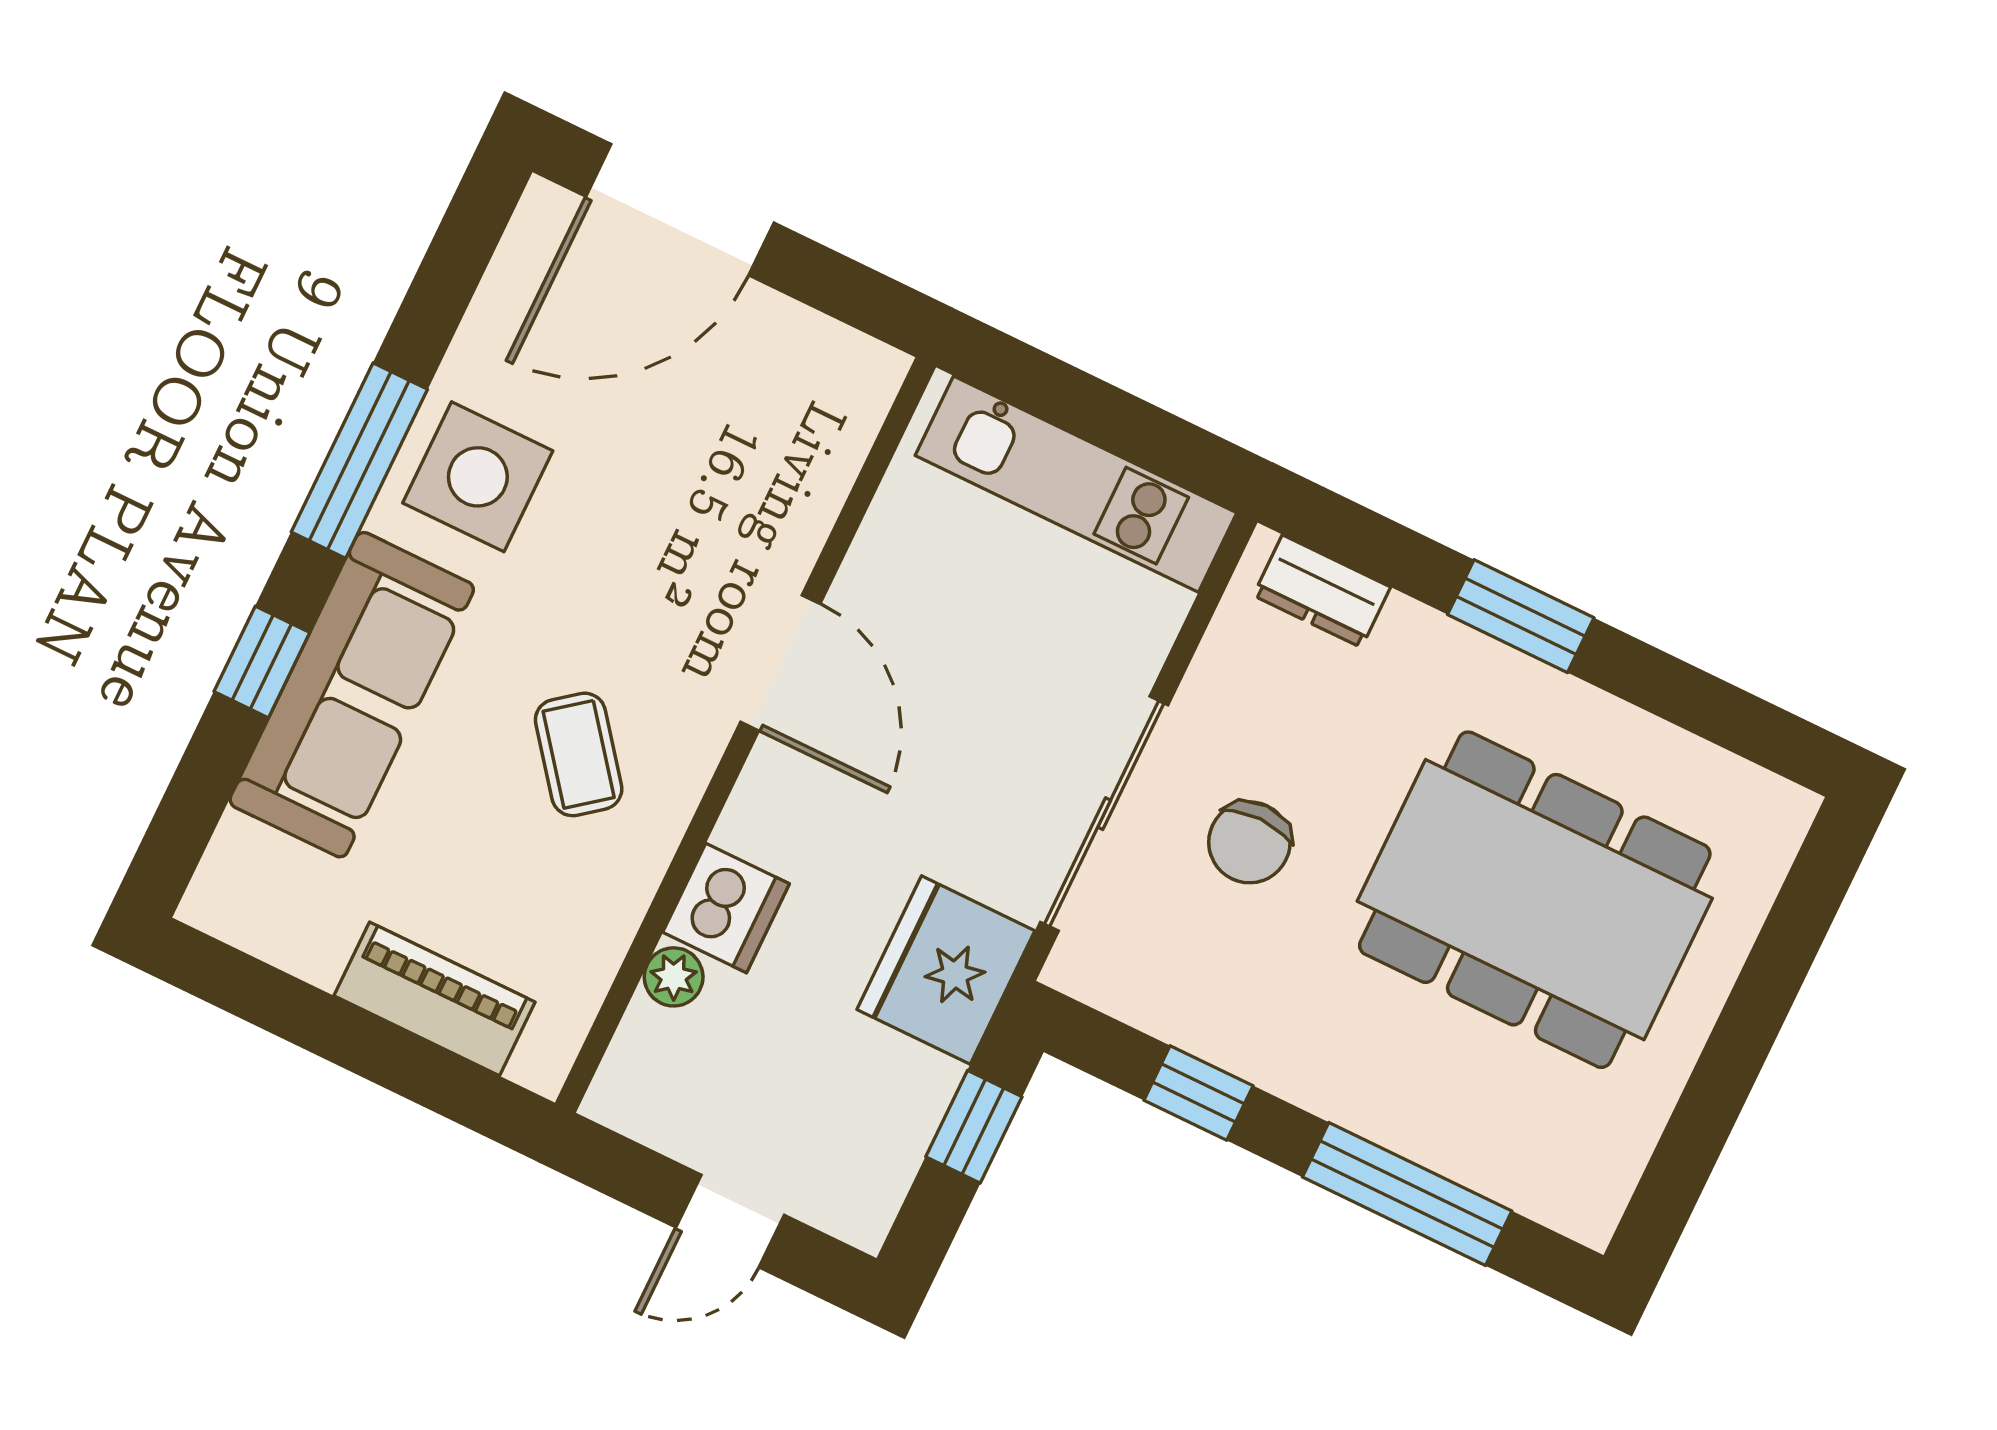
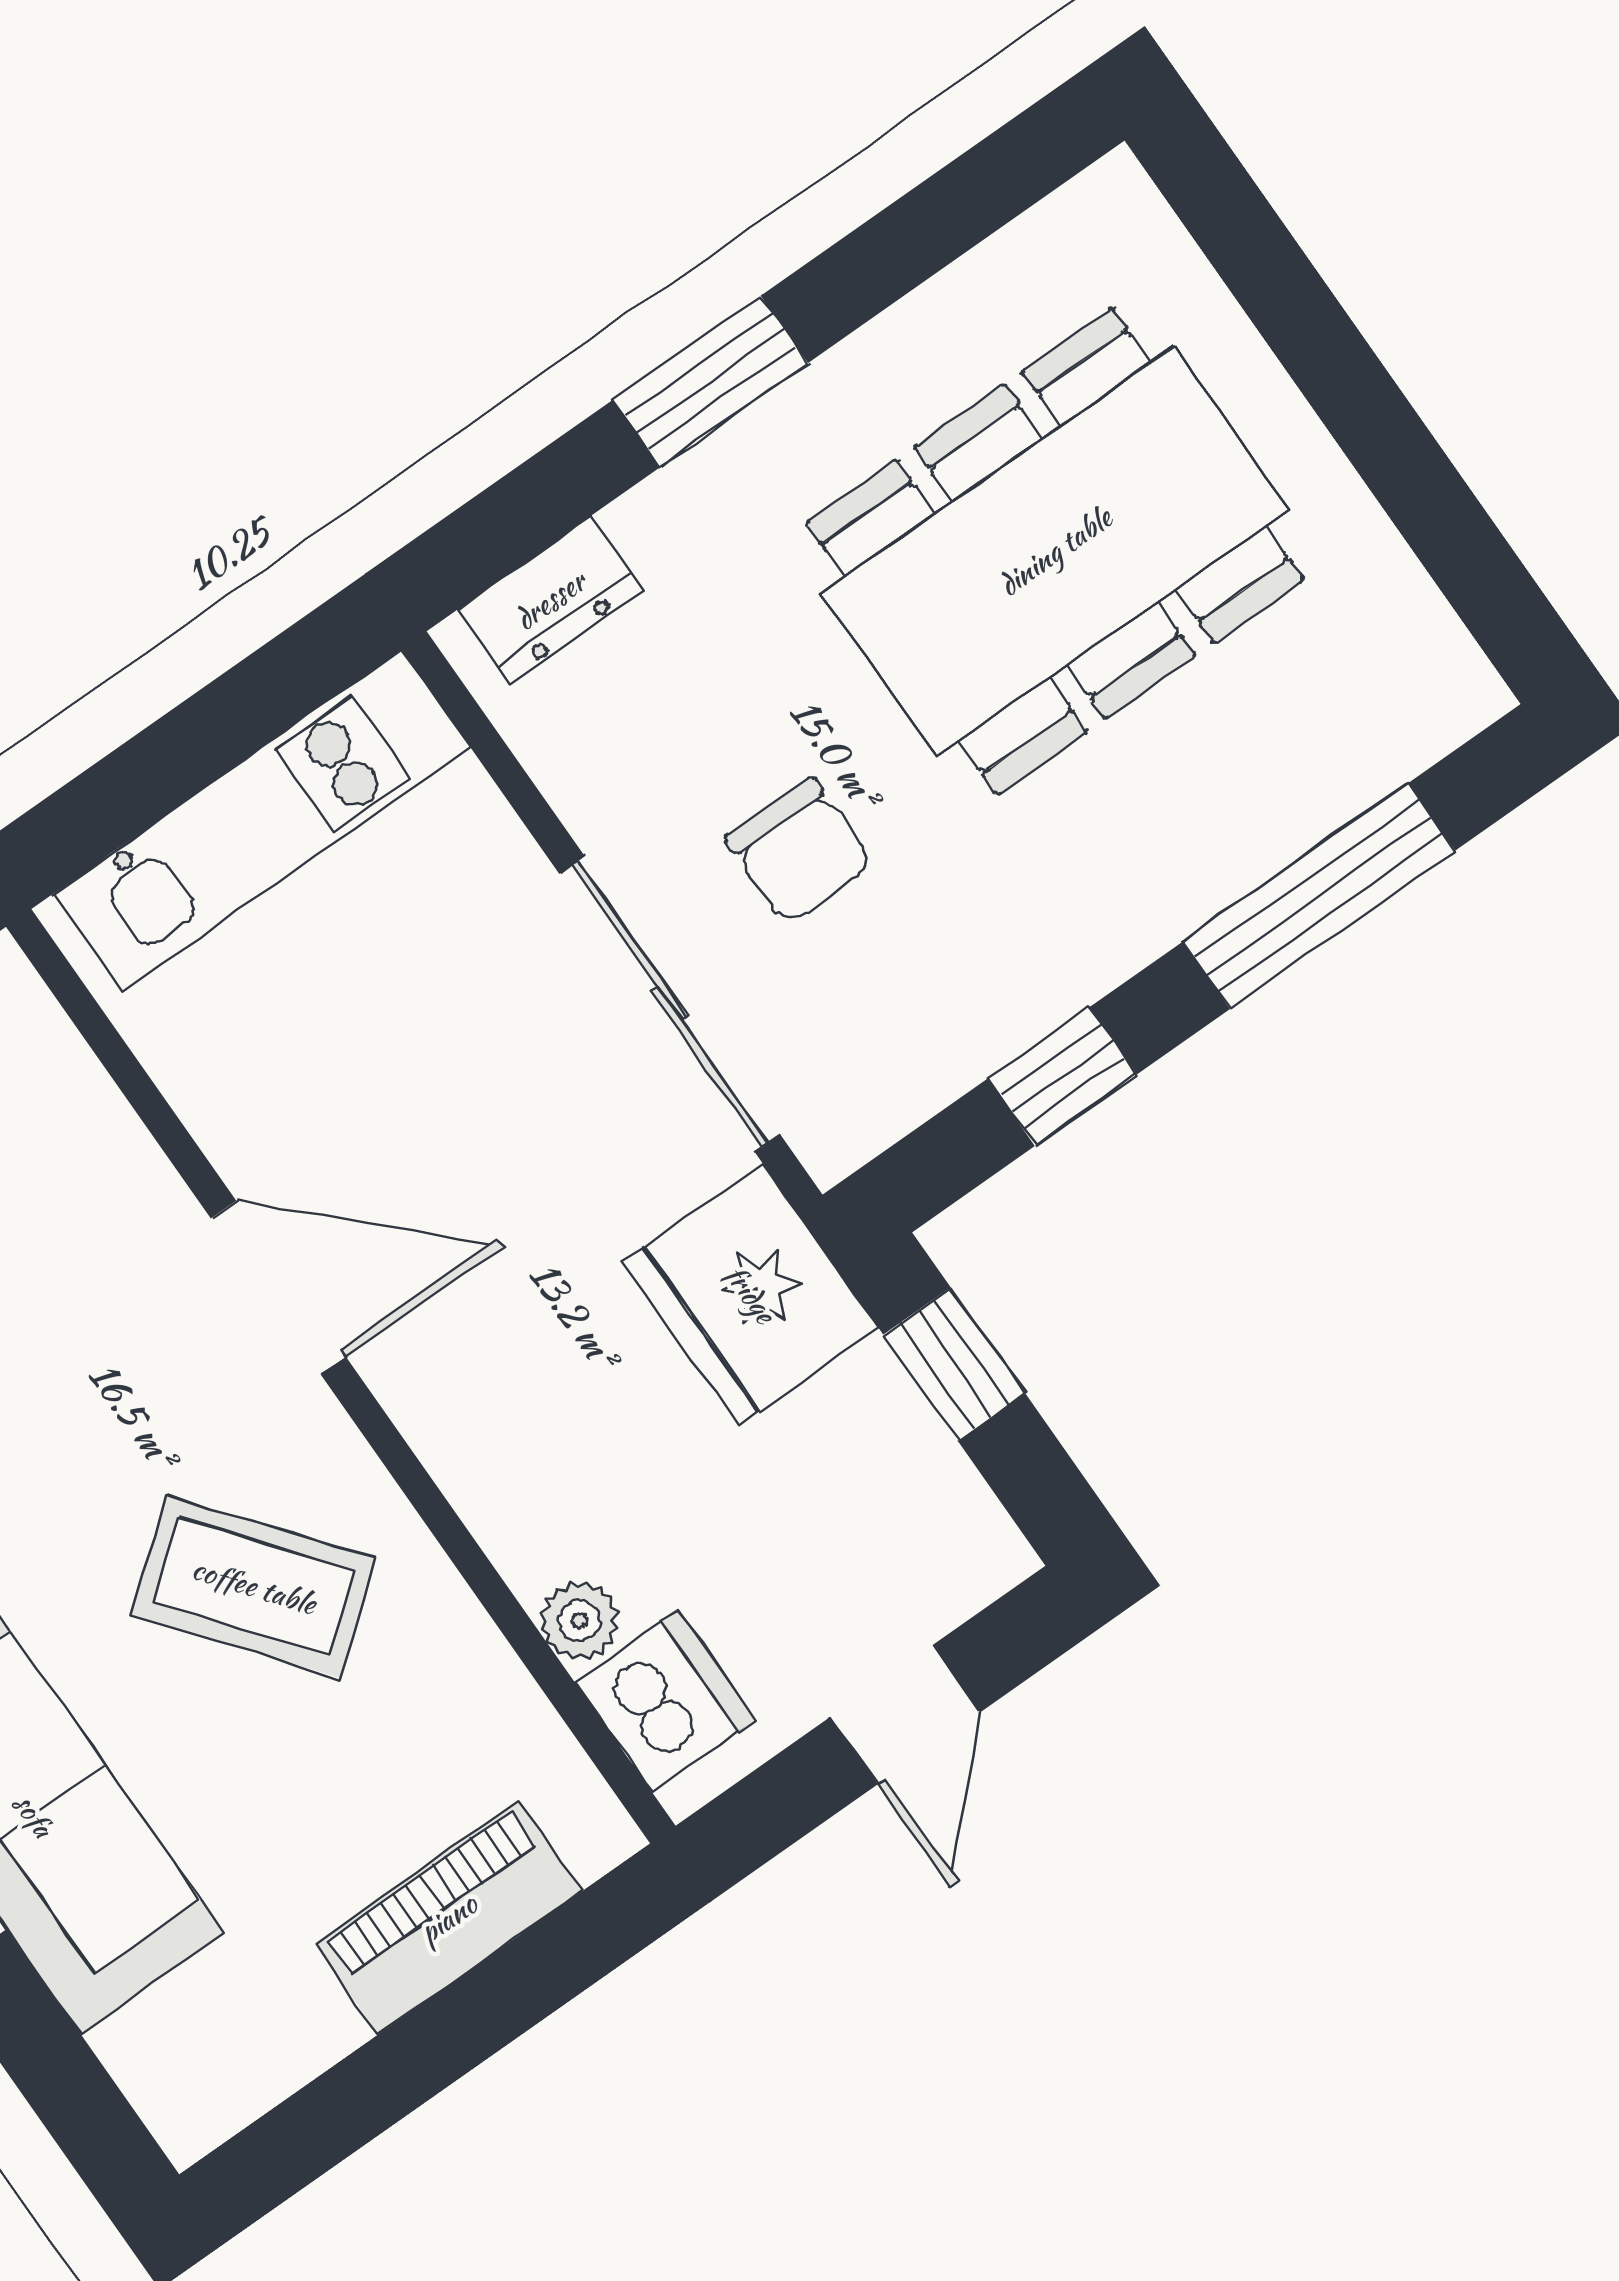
coffee table: (579, 754) -> (254, 1586), width x1.36, depth x1.30
dishwasher: (726, 908) -> (665, 1701), moved

